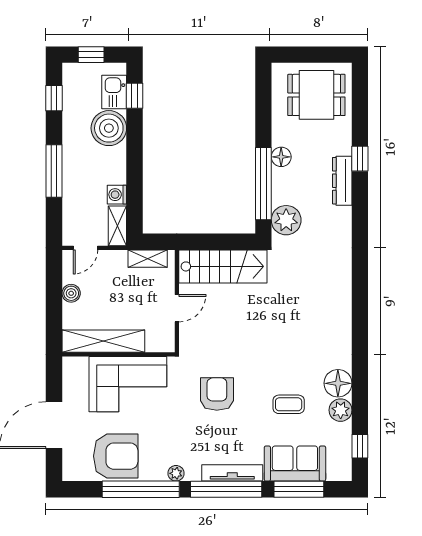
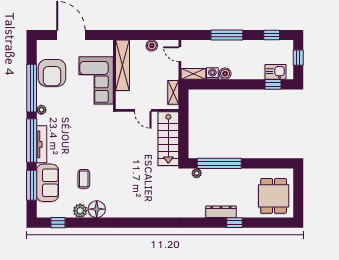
boiler: (109, 128) -> (225, 74), moved, width x0.54, depth x0.54
floor lamp: (281, 157) -> (236, 174), removed
plant: (286, 220) -> (197, 173), width x0.53, depth x0.53
armchair: (217, 394) -> (90, 135), removed

